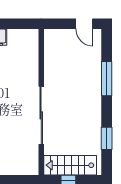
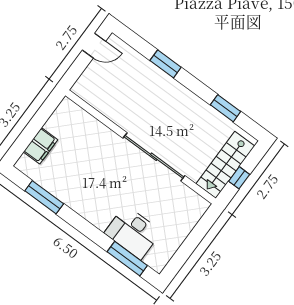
window: (107, 79) -> (166, 64), width x0.69

